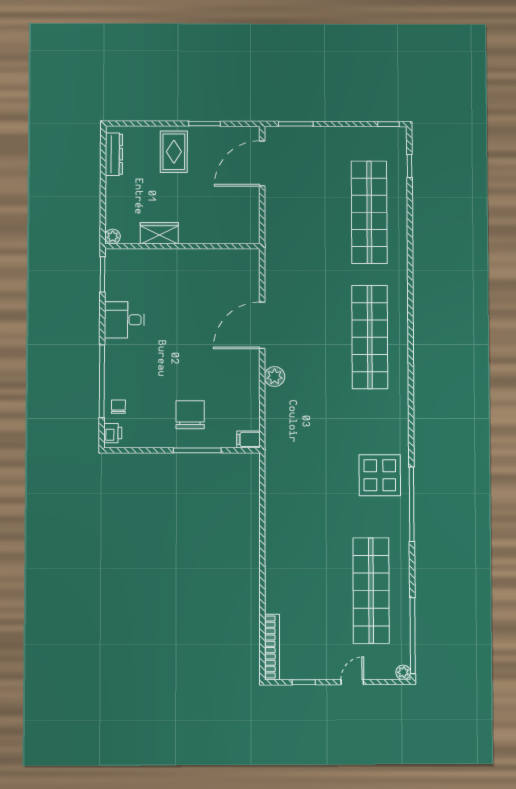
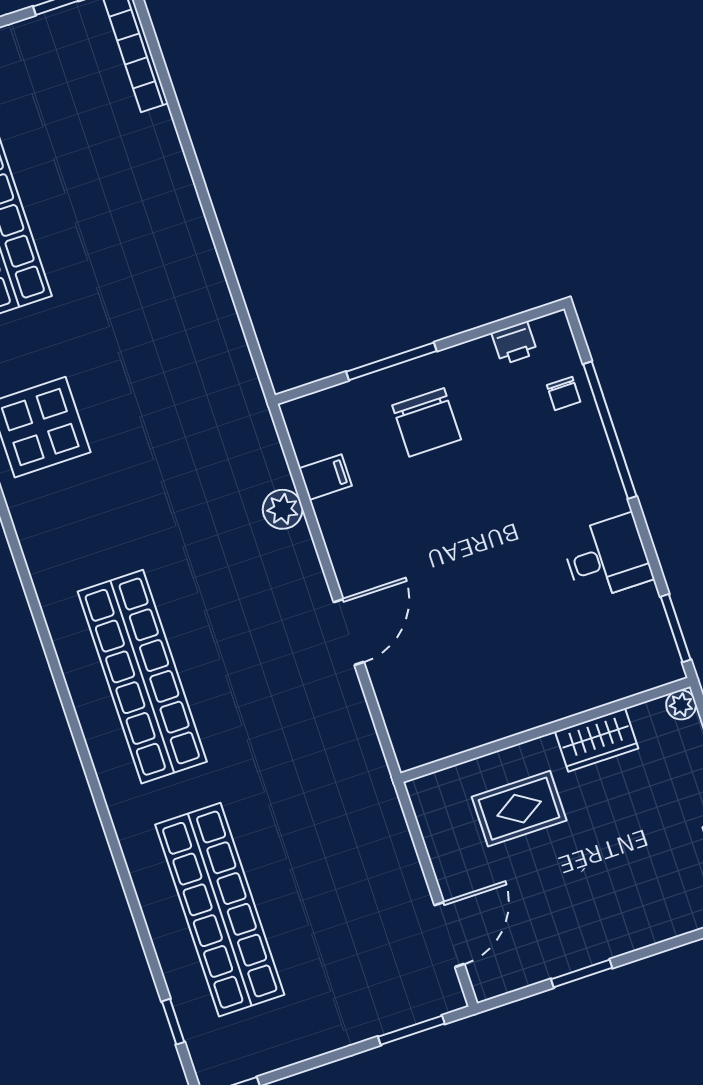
rug: (174, 152) -> (519, 809), moved, turned 90
door: (262, 163) -> (449, 935), width x0.73
door: (262, 325) -> (349, 632), width x0.73
plant: (275, 377) -> (283, 509), moved
printer: (113, 433) -> (514, 343), moved, turned -90
filing cabinet: (248, 439) -> (325, 477), moved

